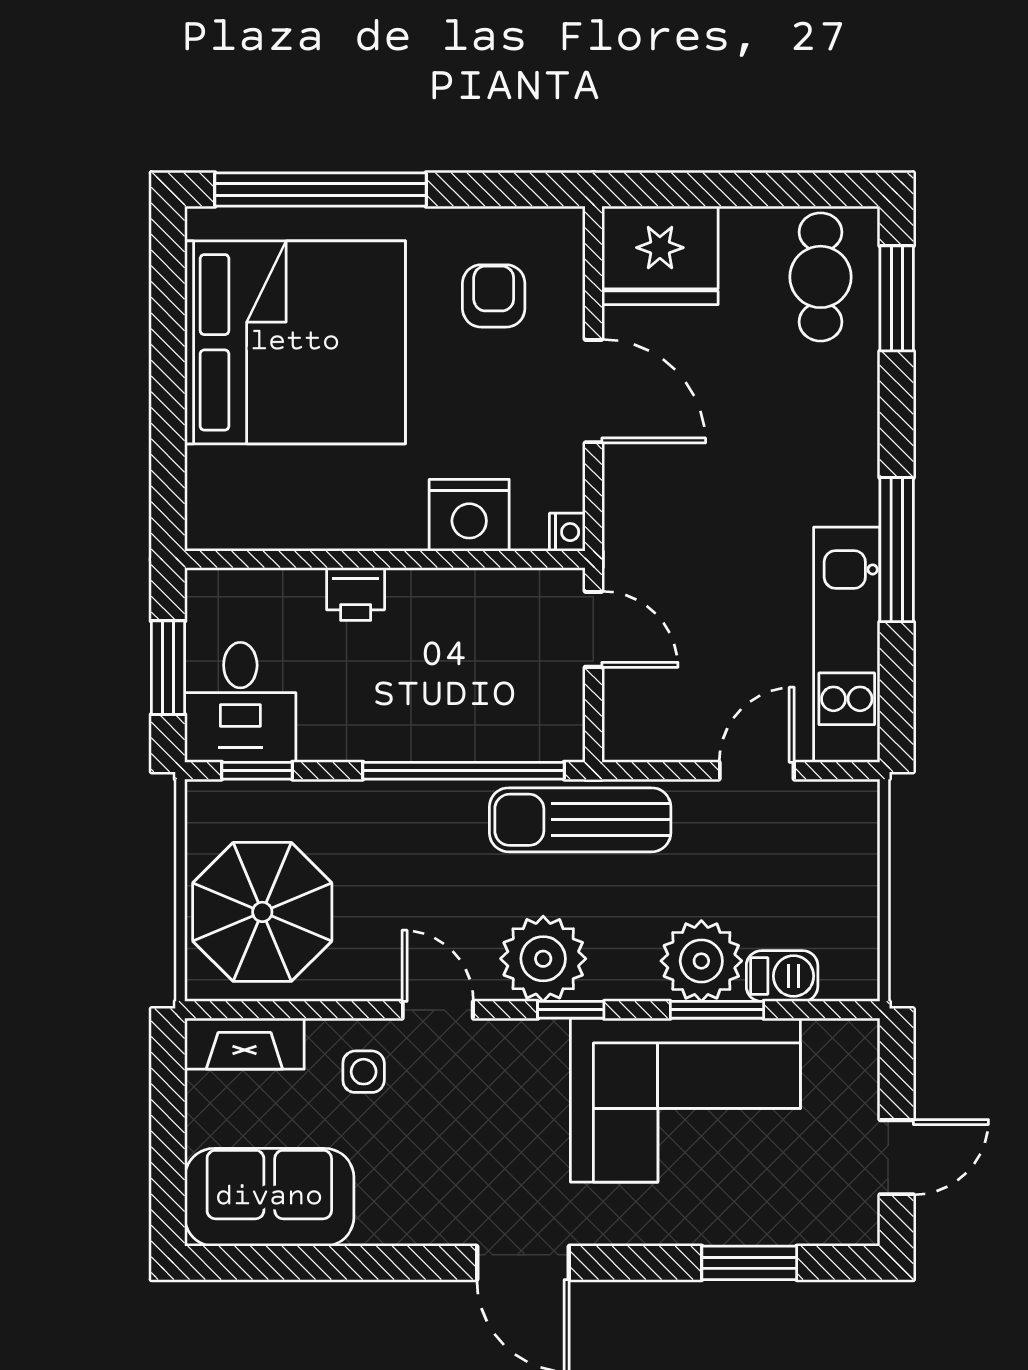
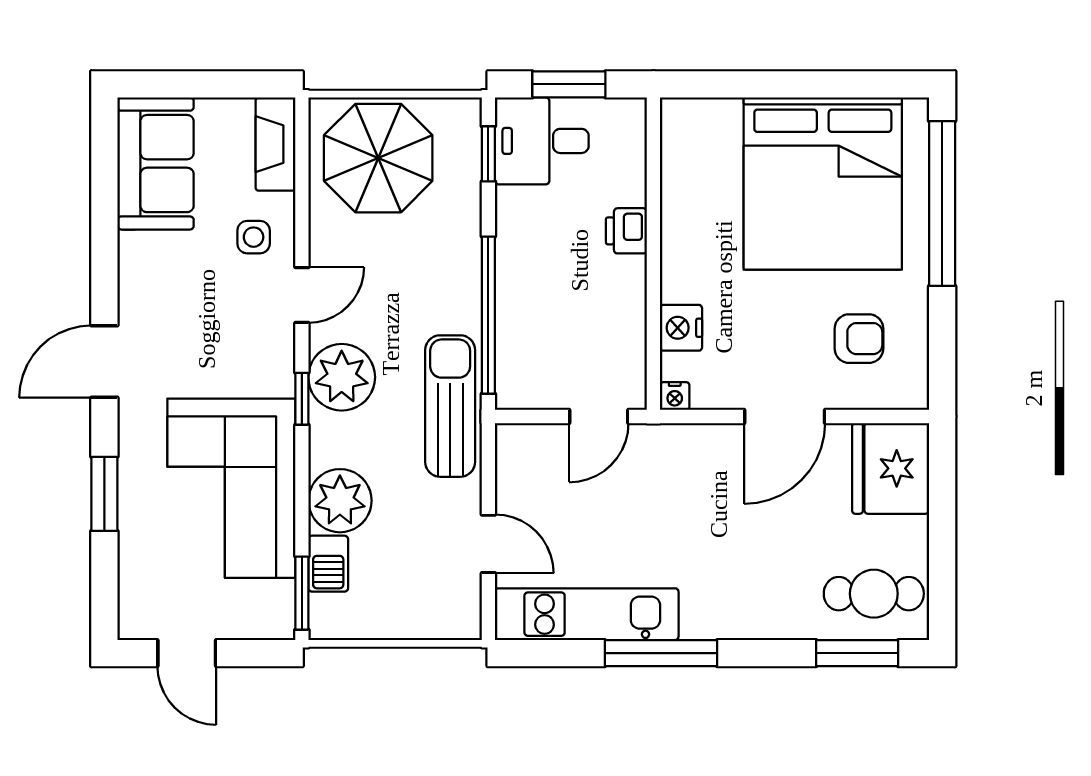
nightstand: (469, 515) -> (681, 328), width x0.74, depth x0.75
window: (717, 1010) -> (302, 593), moved
window: (749, 1263) -> (104, 494), moved

